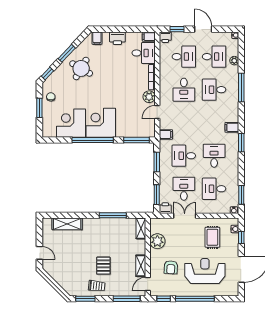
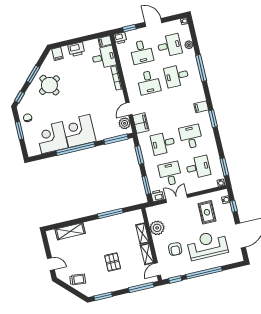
desk: (184, 57) -> (142, 52), turned 90
round table: (81, 68) -> (49, 85), turned 30
plant: (149, 97) -> (125, 123), moved
filing cabinet: (166, 134) -> (141, 123), width x2.00
desk: (214, 189) -> (198, 167), turned 180
shelving: (141, 228) -> (142, 234), moved
trolley: (97, 286) -> (78, 279), moved

